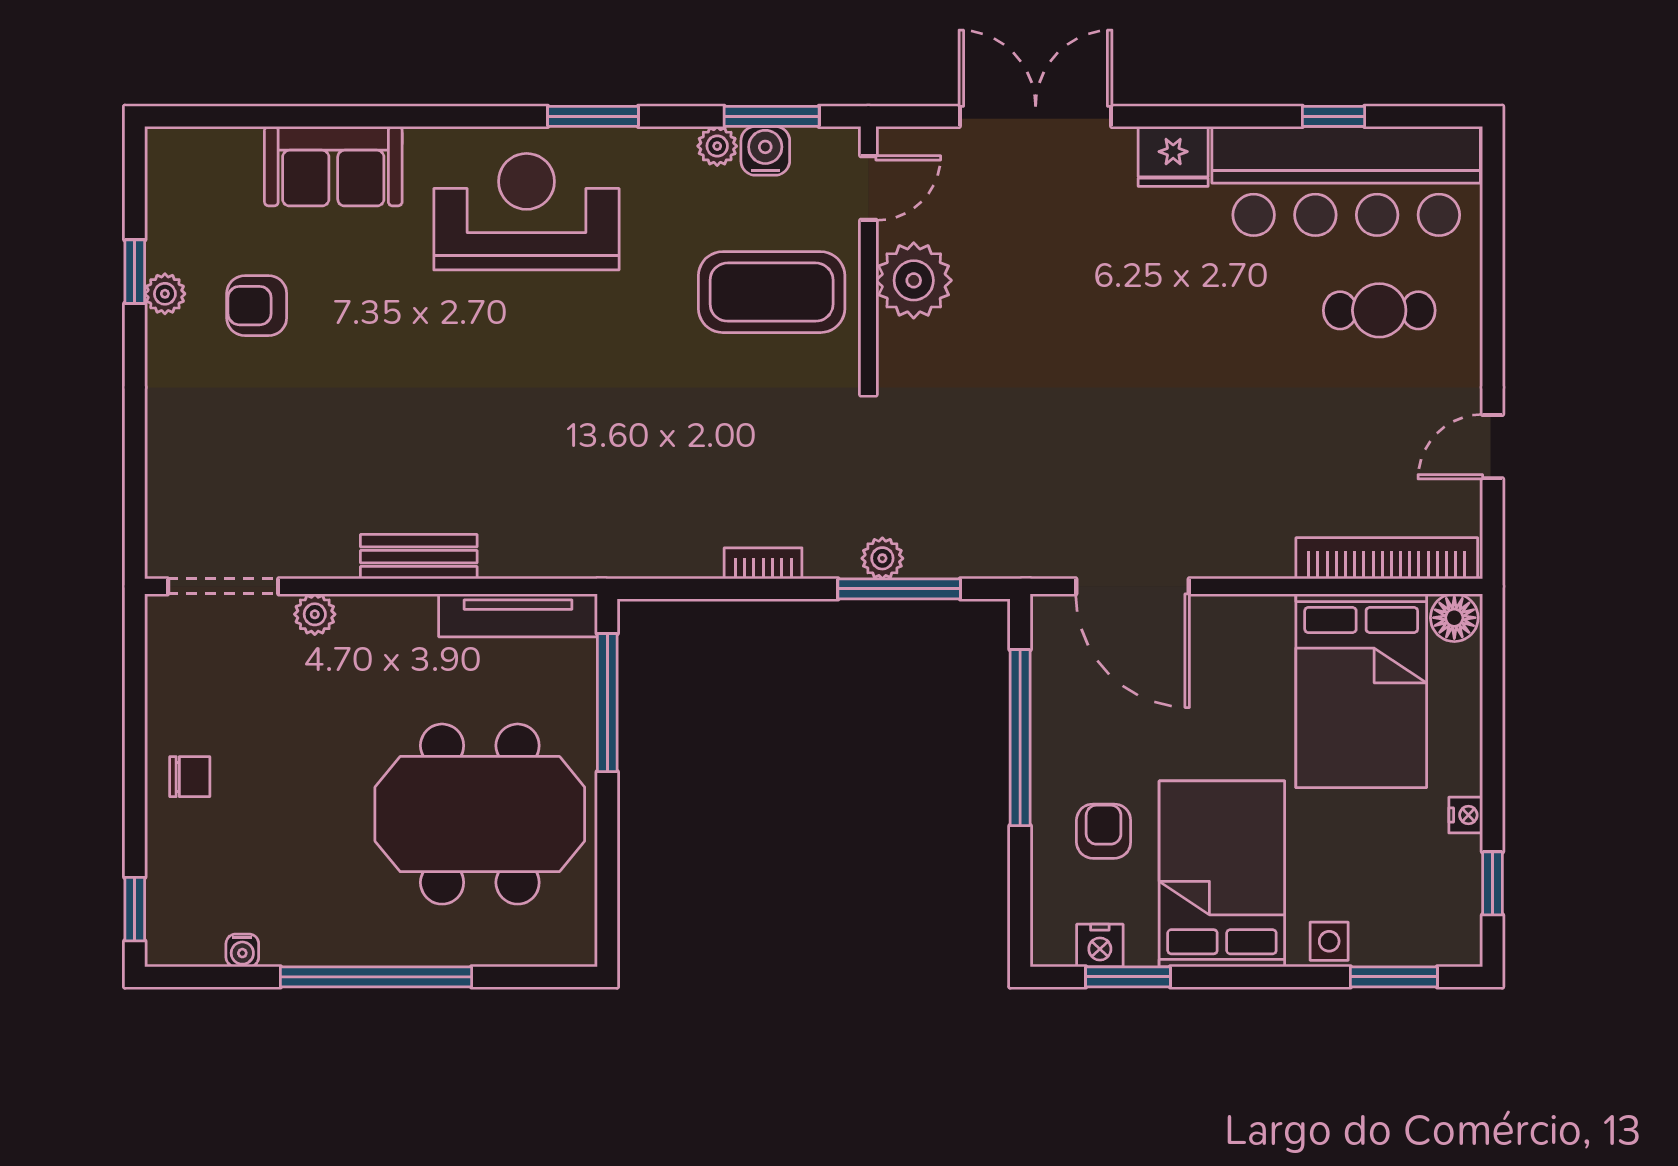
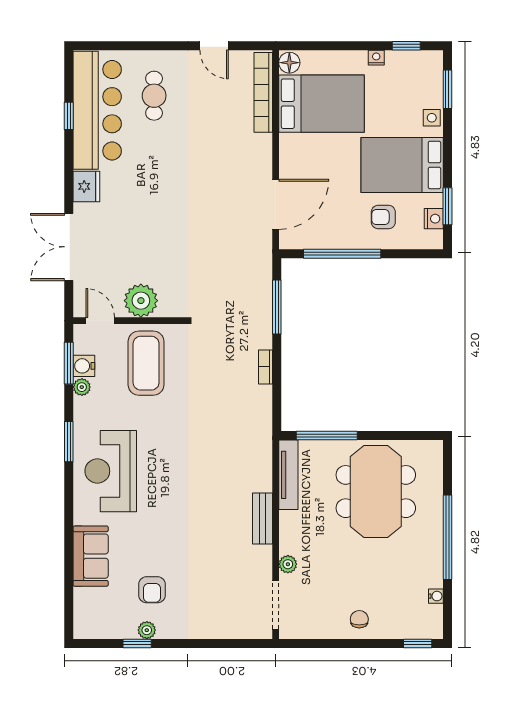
plant: (882, 558) -> (263, 314), removed

